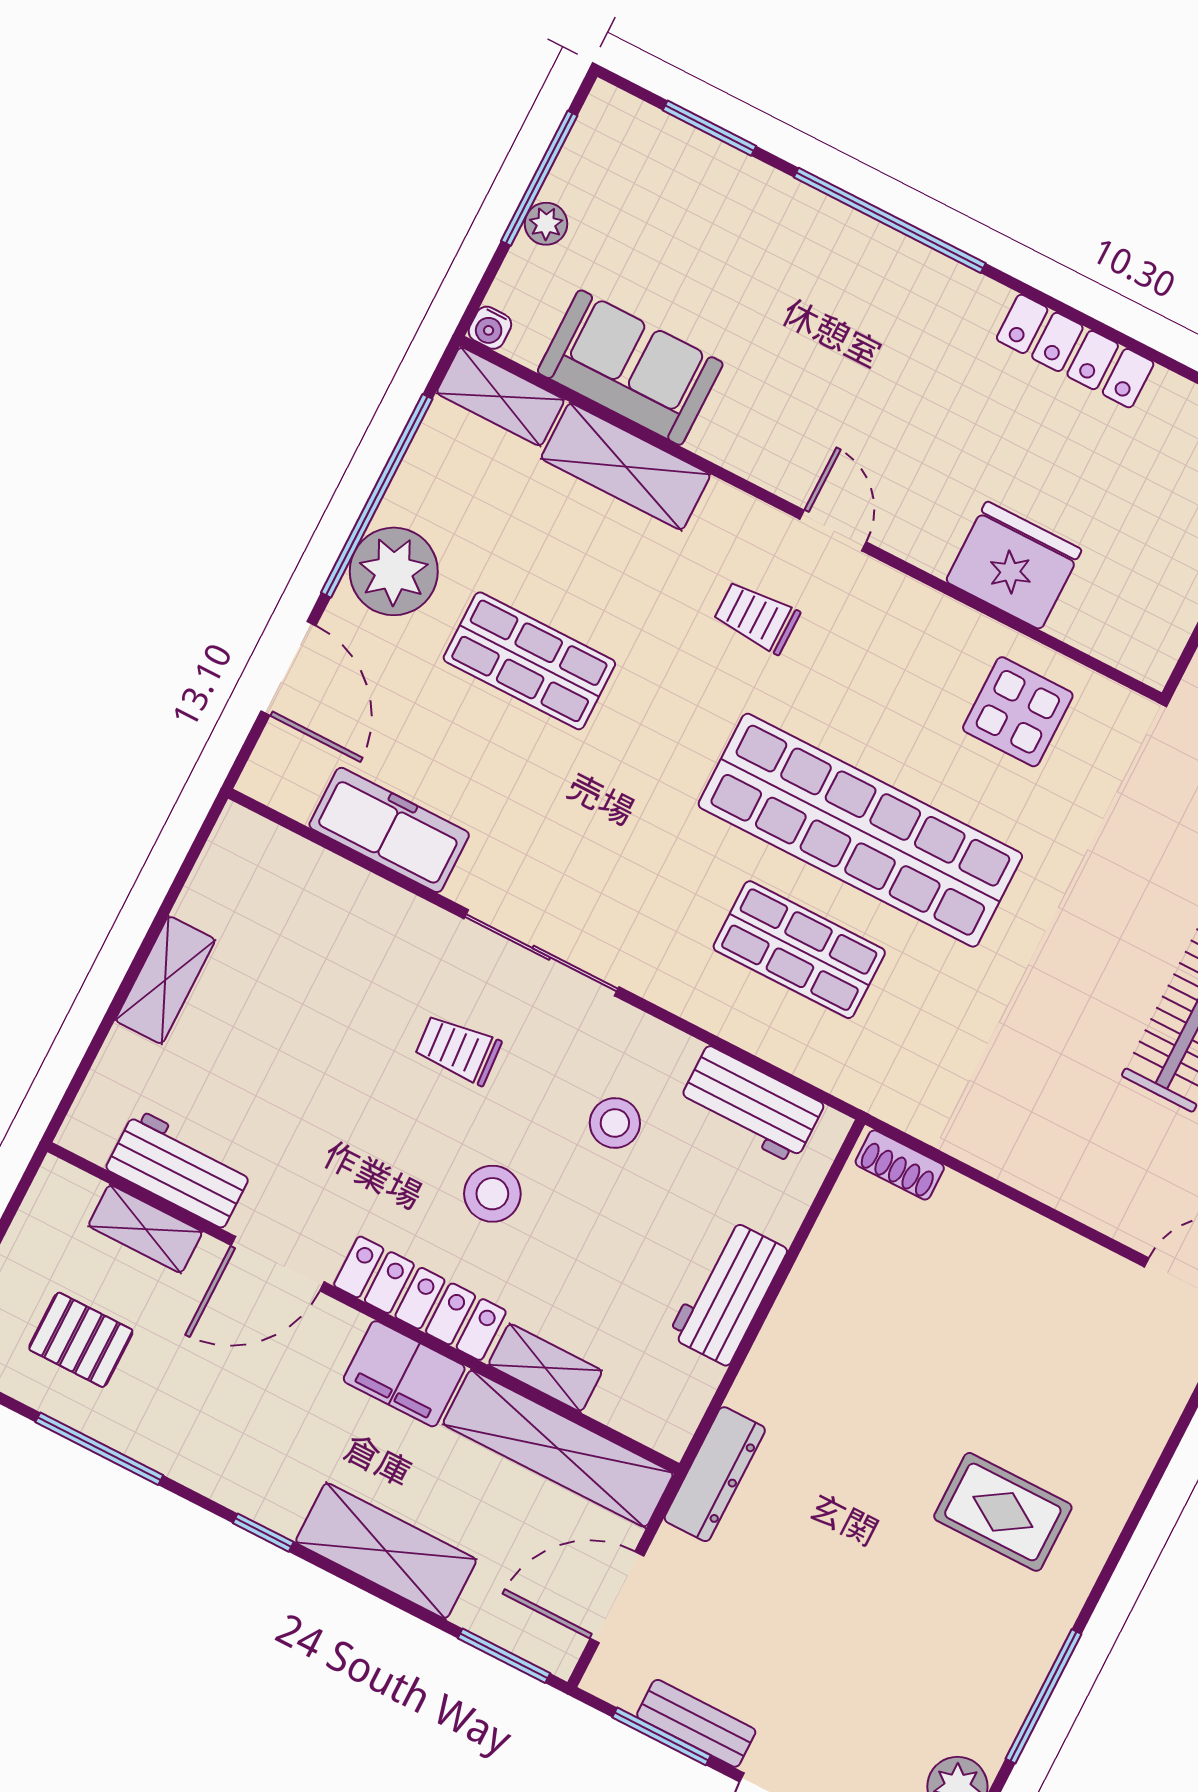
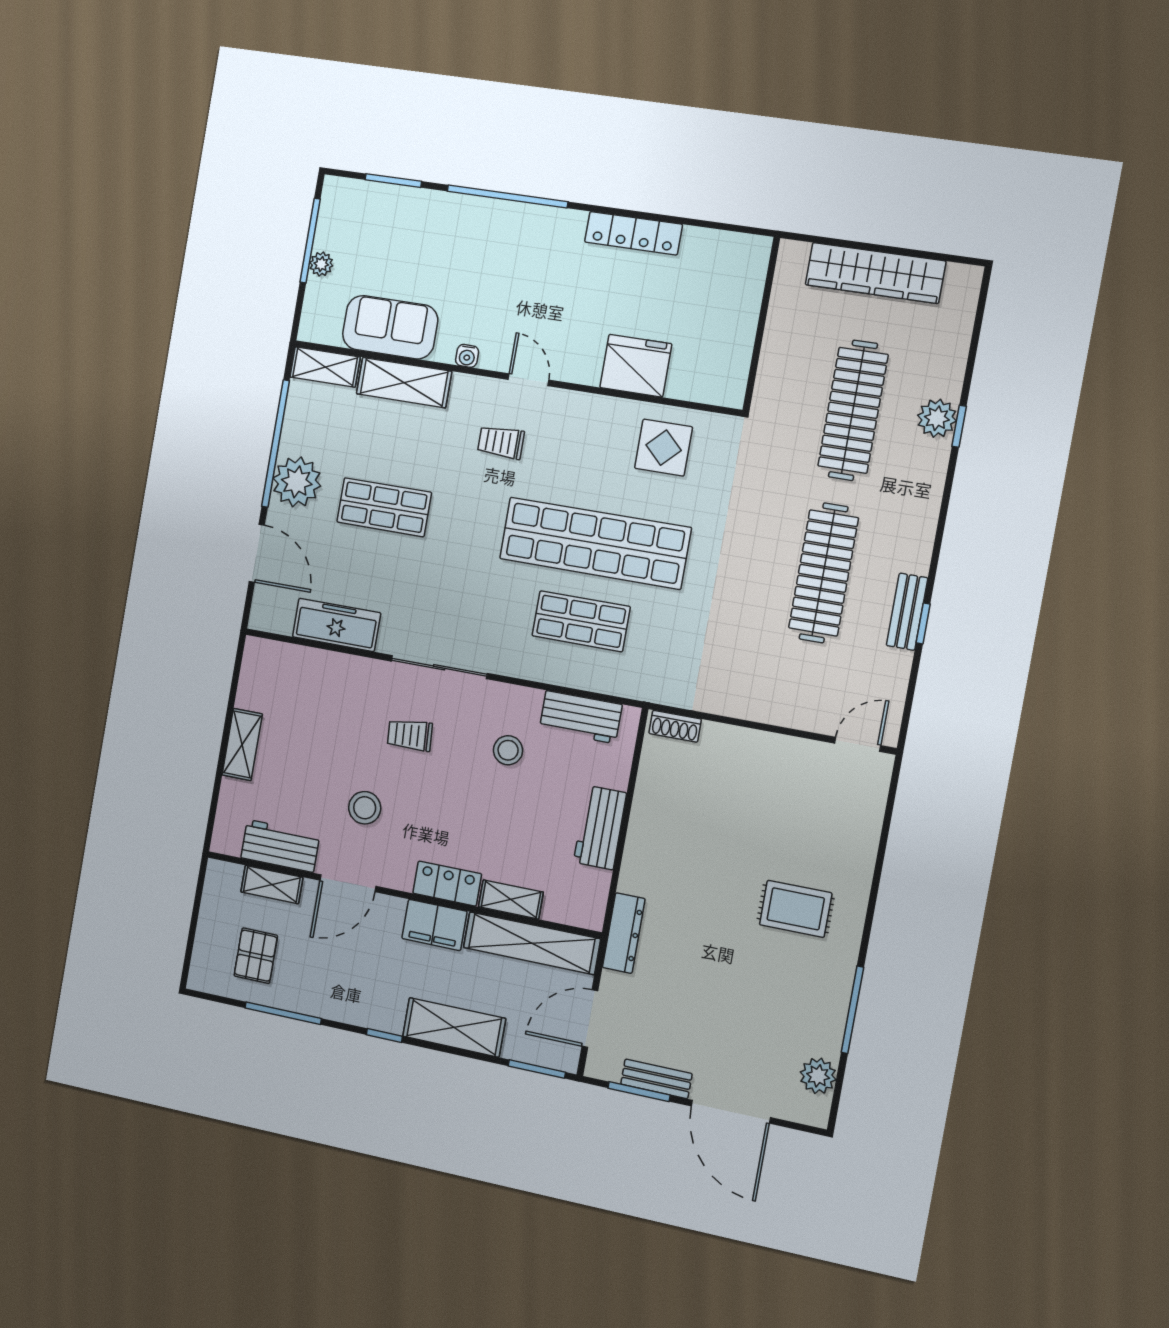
water cooler: (490, 328) -> (467, 356), moved
stool: (492, 1194) -> (365, 808), moved
locker: (420, 1298) -> (447, 884), width x0.66
pallet: (81, 1340) -> (256, 956), turned 90

